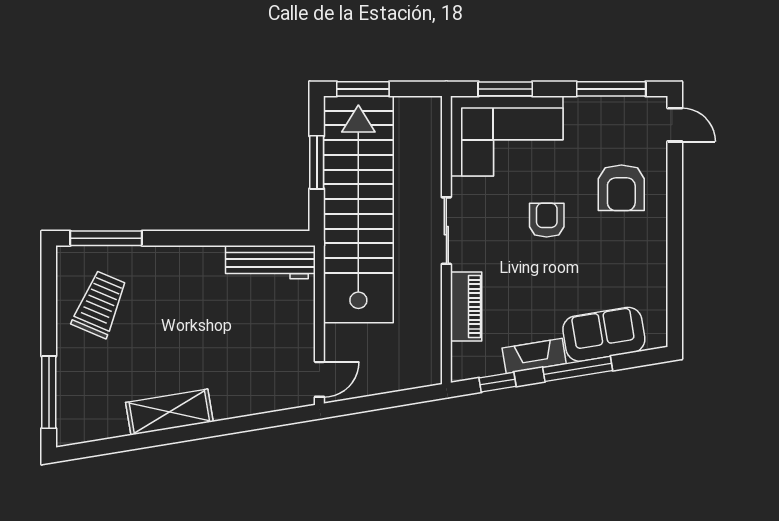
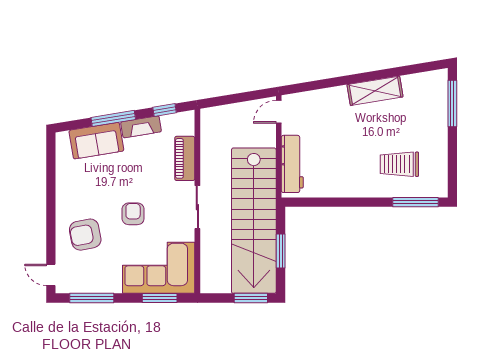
armchair: (621, 188) -> (85, 235), turned -101
armchair: (547, 220) -> (133, 214), turned 180
workbench: (270, 262) -> (292, 164), moved, turned 90
trolley: (100, 304) -> (399, 164), moved, turned 67

